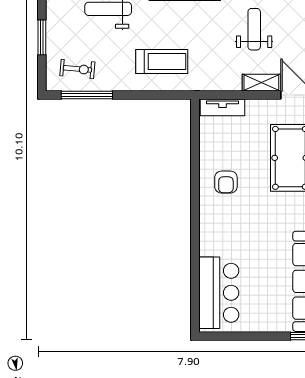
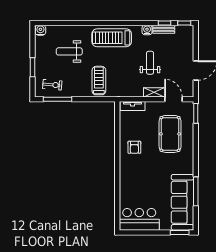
treadmill: (162, 61) -> (99, 81), turned -90
bar counter: (219, 293) -> (139, 219), moved, turned -90

